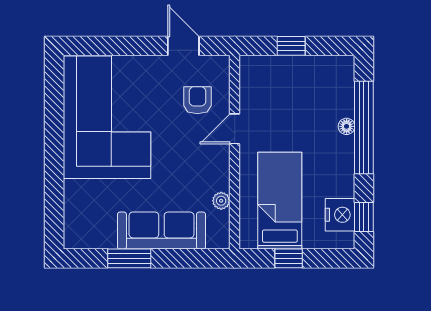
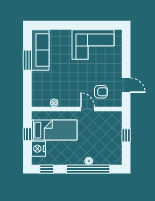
door: (183, 46) -> (126, 85), hinge flipped
corner sofa: (107, 117) -> (93, 44), width x0.73, depth x0.74
nightstand: (340, 215) -> (38, 149), moved, turned 90
sofa: (161, 231) -> (40, 50), moved

